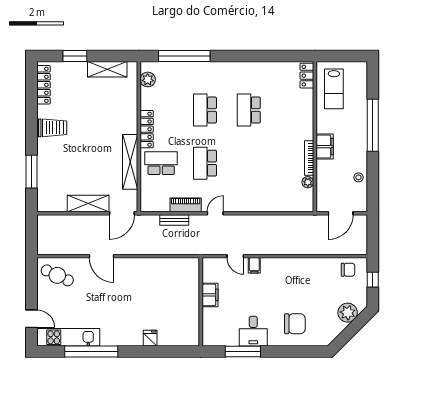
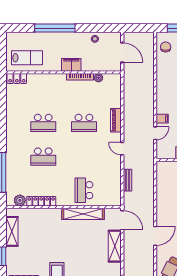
locker: (147, 129) -> (41, 201), moved
school desk: (205, 163) -> (84, 123), moved
piano: (186, 205) -> (116, 120), moved

